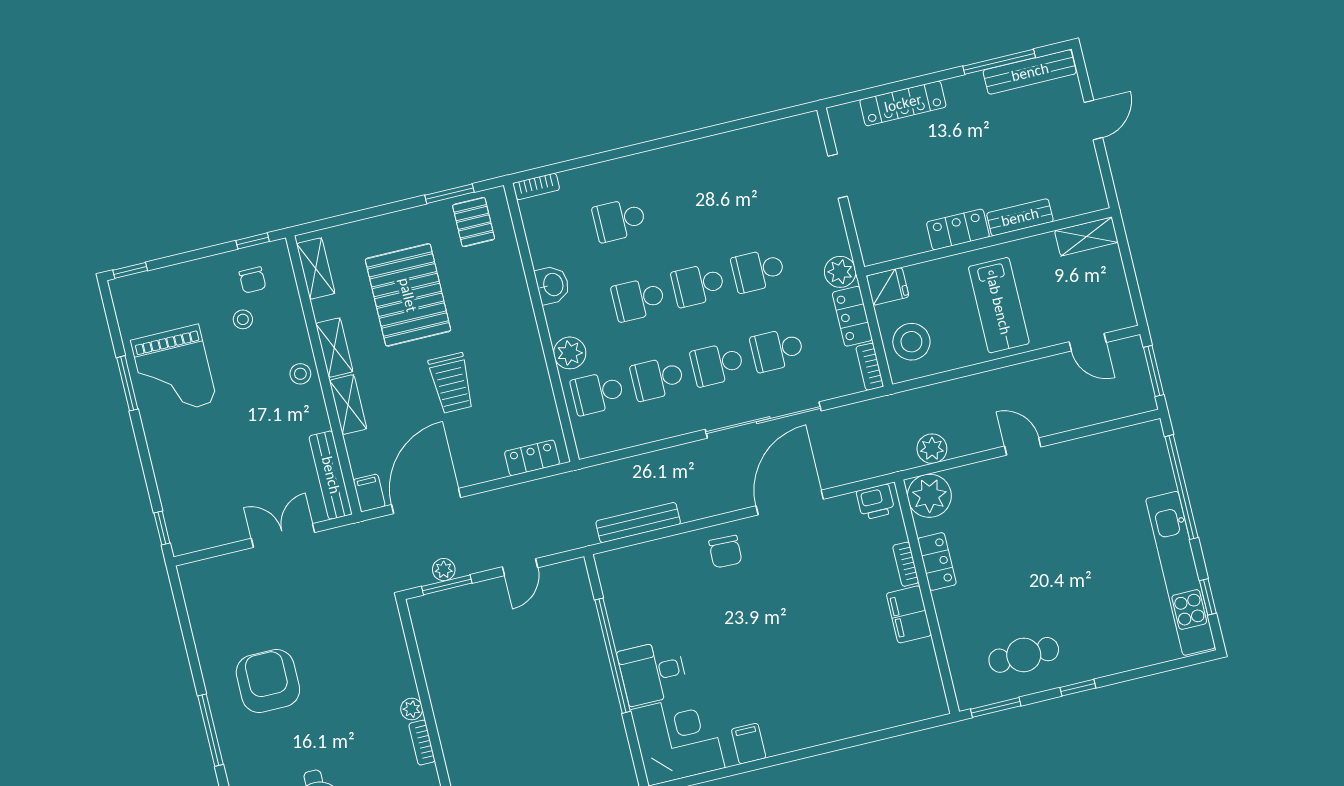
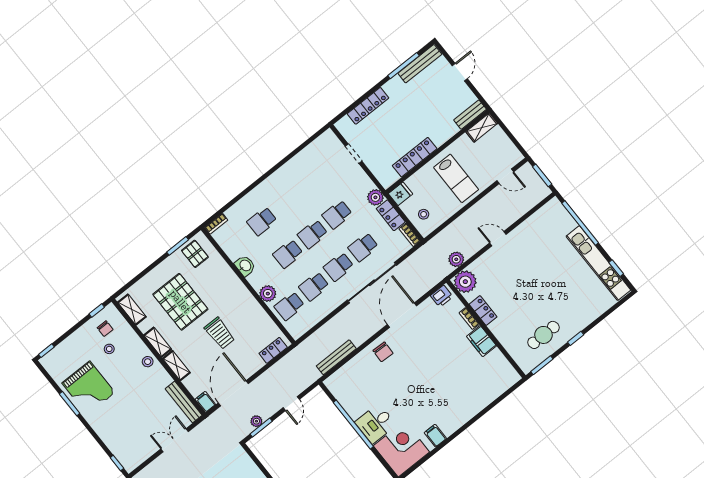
bench: (1020, 217) -> (470, 115), moved
locker: (958, 230) -> (415, 157), width x1.53
stool: (911, 342) -> (424, 214), width x0.53, depth x0.53

